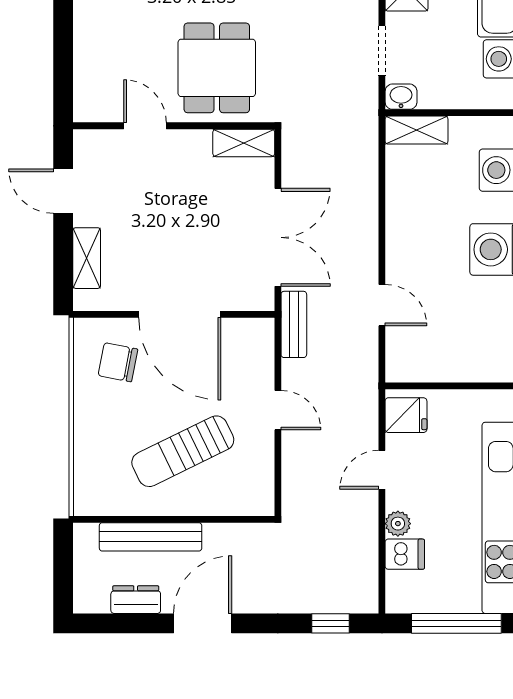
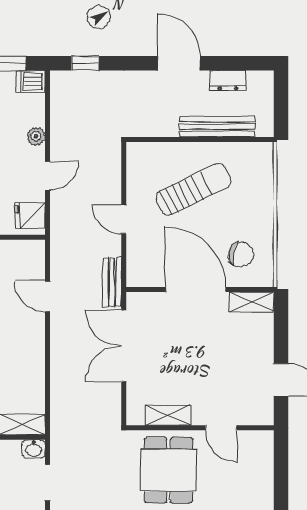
shelving: (244, 143) -> (168, 415), moved
shelving: (87, 258) -> (251, 302), moved, turned 90
dishwasher: (405, 554) -> (31, 82), moved
door: (203, 623) -> (179, 63), swing flipped

